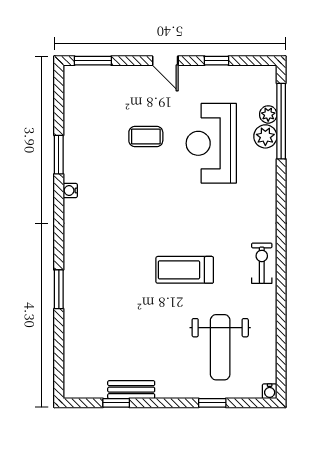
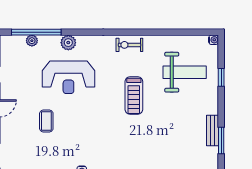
plant: (265, 136) -> (68, 43), moved
reception desk: (211, 143) -> (68, 77), moved
window: (116, 403) -> (221, 140), width x1.50

